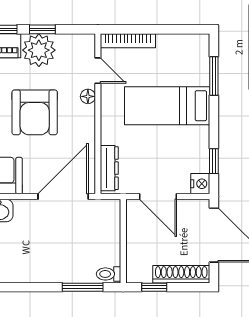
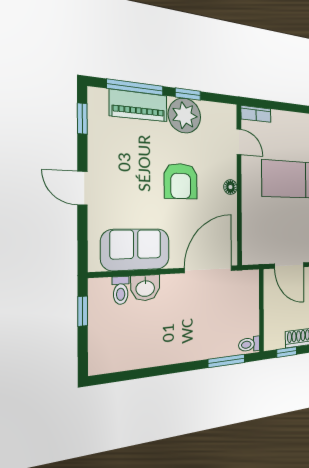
bookcase: (128, 41) -> (256, 114), width x0.64
floor lamp: (88, 96) -> (230, 187), moved
armchair: (35, 112) -> (181, 181), width x0.73, depth x0.73
dresser: (109, 168) -> (249, 239), removed

